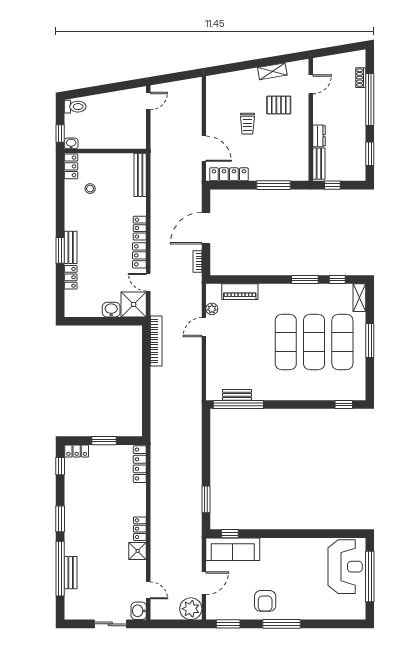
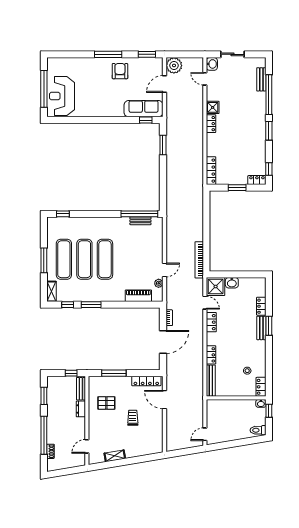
pallet: (279, 105) -> (106, 403), moved
locker: (140, 228) -> (211, 355), moved
bench: (71, 573) -> (261, 79), moved

